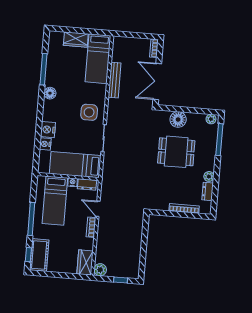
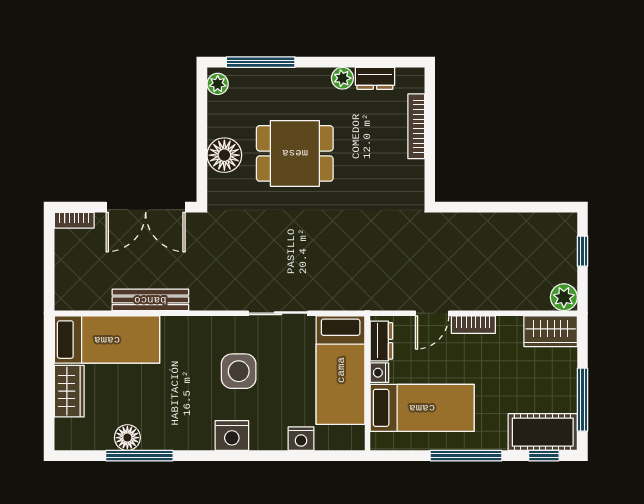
floor lamp: (50, 93) -> (127, 438), moved
side table: (89, 112) -> (239, 371), moved
nightstand: (48, 130) -> (232, 435), moved
dining table: (176, 152) -> (295, 153), turned 90
window: (53, 274) -> (582, 400), added

